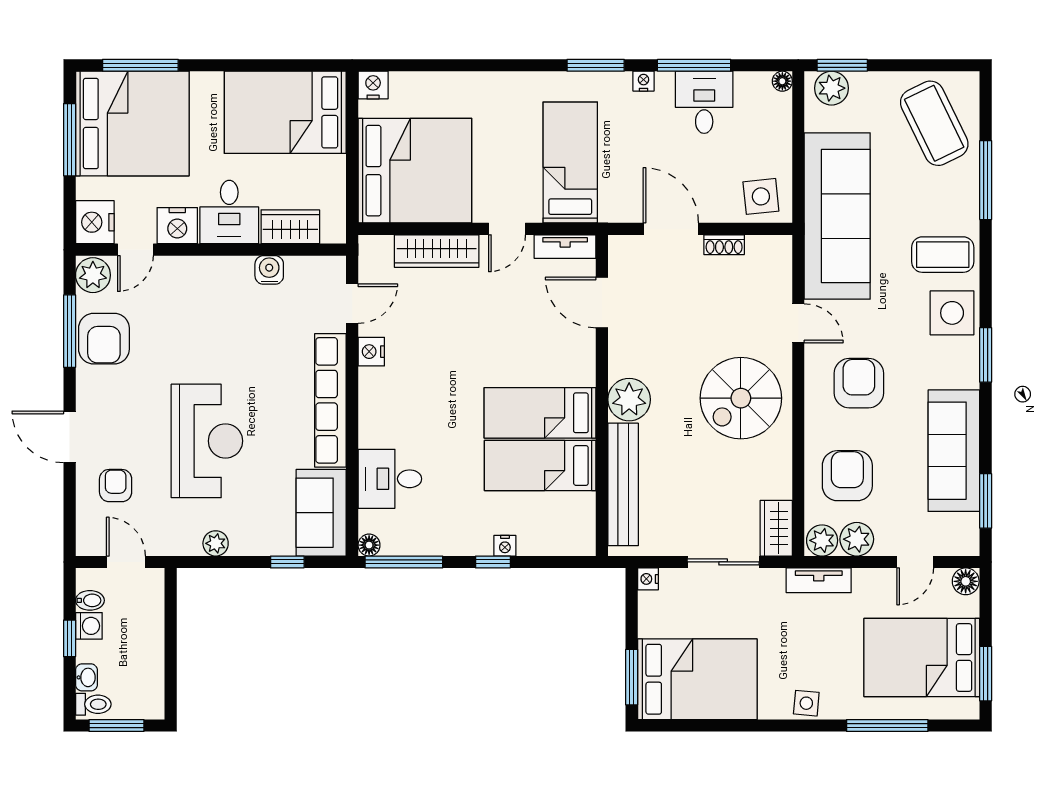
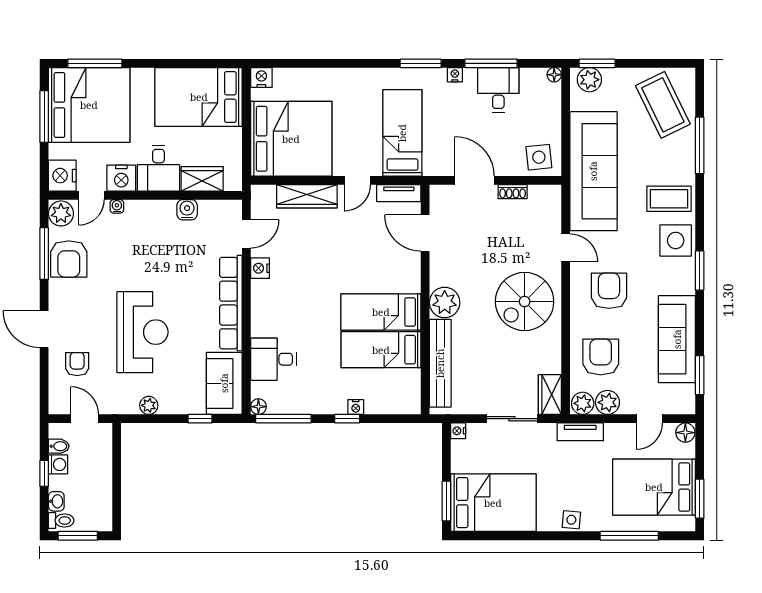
water cooler: (171, 265) -> (117, 206), added

